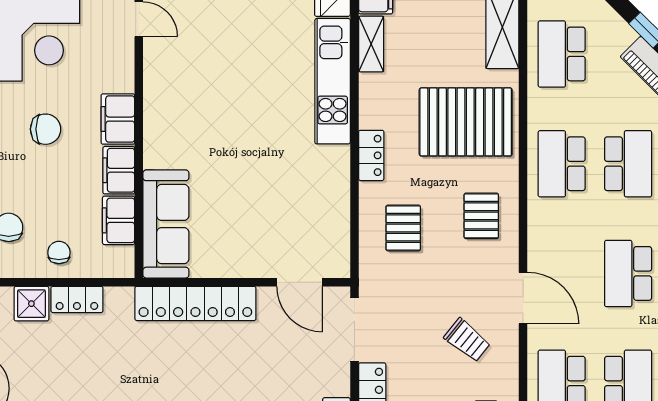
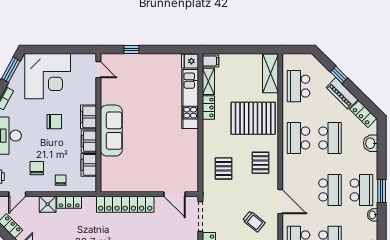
locker: (371, 155) -> (208, 108), moved
sofa: (166, 224) -> (111, 131), moved
school desk: (628, 273) -> (330, 190), turned 180

